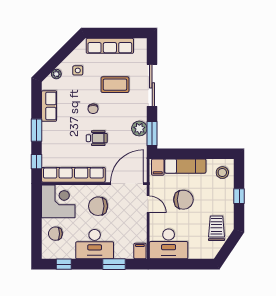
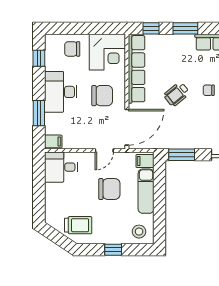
plant: (139, 129) -> (187, 141), removed
wheelchair: (97, 138) -> (177, 94), turned 51
door: (127, 184) -> (127, 127), hinge flipped
chair: (183, 200) -> (109, 189), turned -90
chair: (98, 206) -> (102, 96), turned 90
chair: (55, 234) -> (72, 49), turned -90
desk: (169, 244) -> (61, 167), width x0.73

